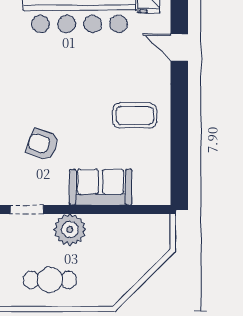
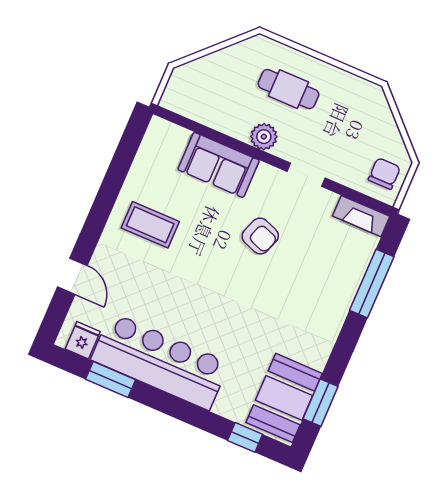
plant: (70, 230) -> (264, 137), width x0.73, depth x0.73
cafe table: (50, 280) -> (288, 89), moved

